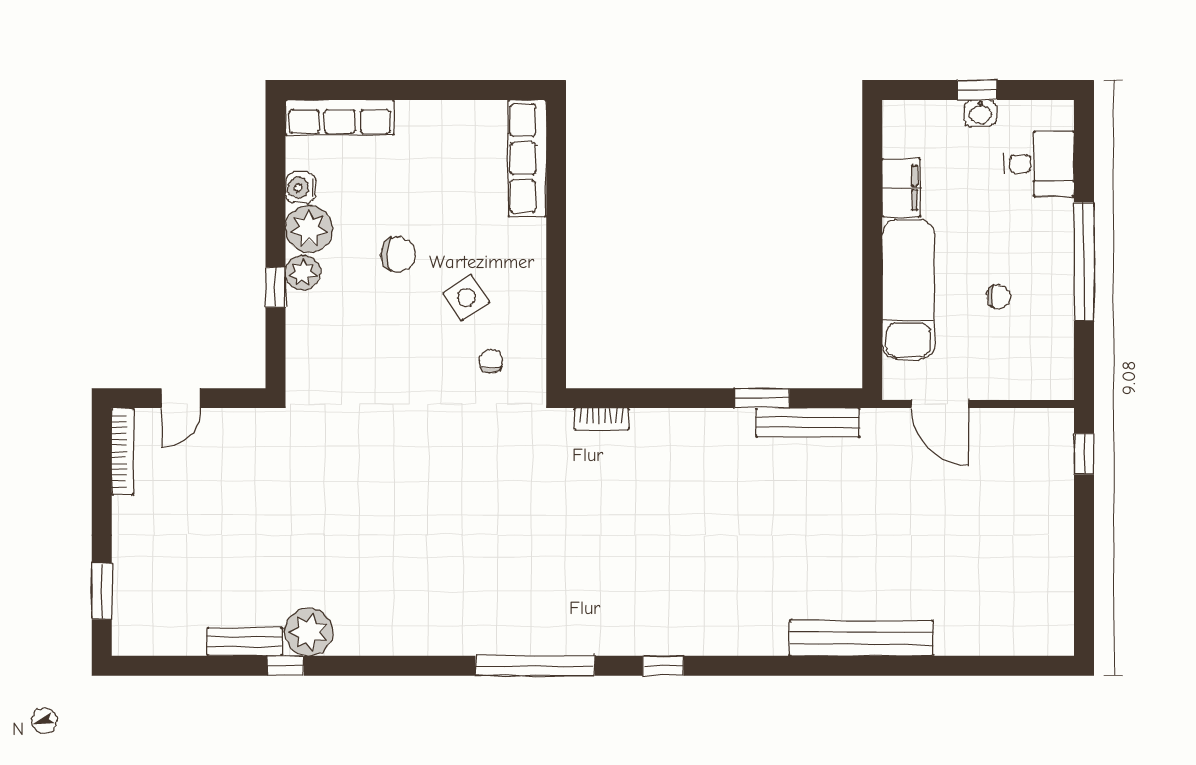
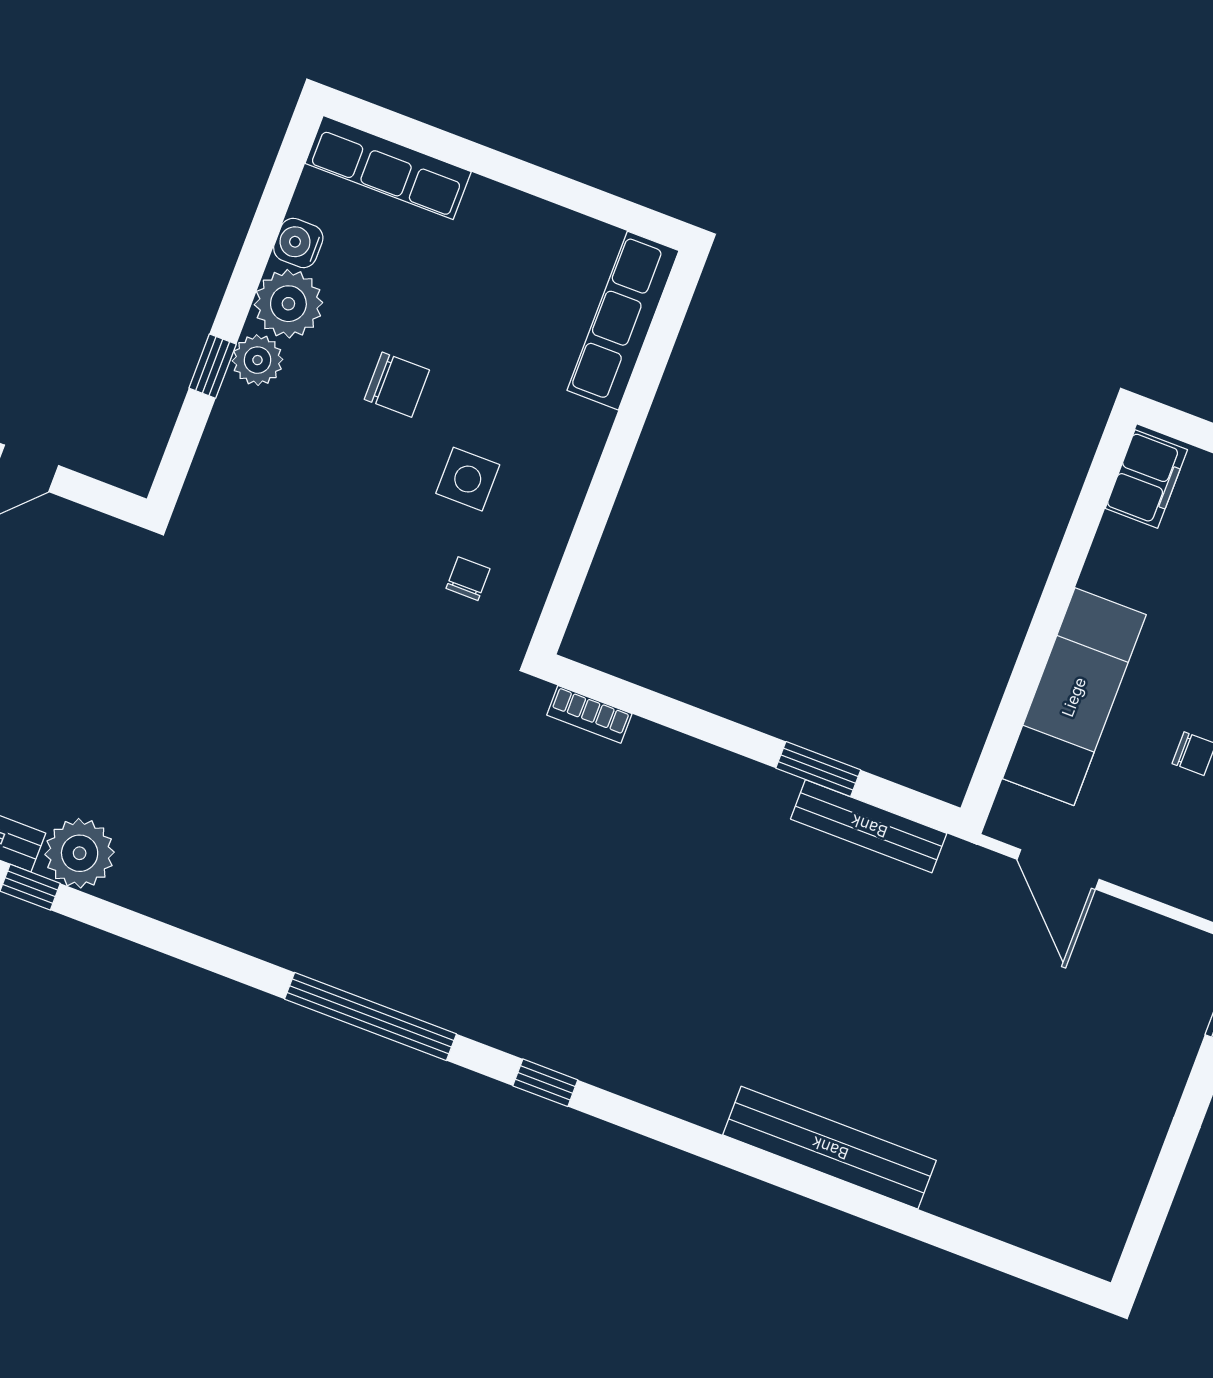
filing cabinet: (901, 188) -> (1146, 479), moved
side table: (466, 298) -> (468, 479), turned 34

